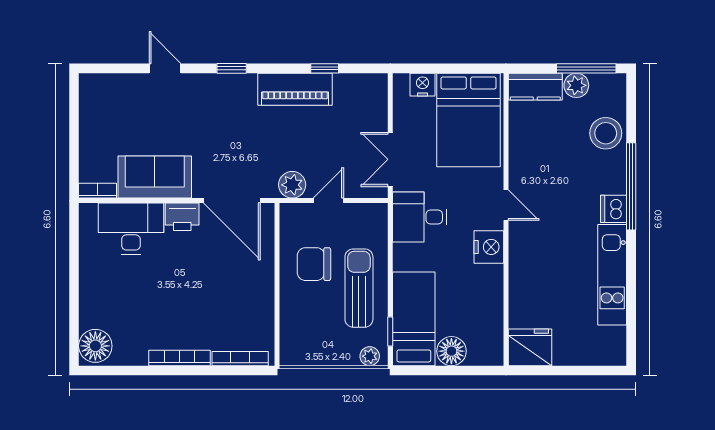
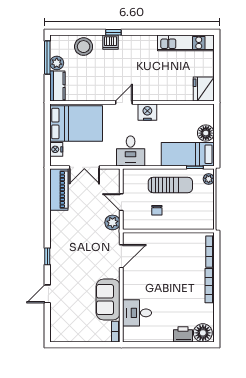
window: (325, 68) -> (47, 204), removed
piano: (295, 89) -> (59, 190), moved
double door: (390, 159) -> (84, 167), moved
window: (631, 186) -> (113, 32), width x0.32
door: (232, 201) -> (121, 256), width x0.73
dishwasher: (613, 209) -> (110, 42), moved
printer: (182, 217) -> (183, 334), moved, turned -90
desk: (131, 229) -> (137, 313), width x0.73
chair: (314, 264) -> (157, 210), width x0.54, depth x0.54
kitchen unit: (612, 275) -> (186, 43), moved
sun lounger: (359, 288) -> (170, 185), turned 180

